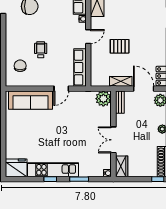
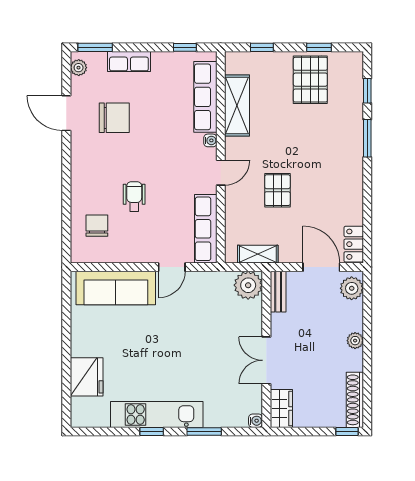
pallet: (120, 46) -> (277, 190), turned 90
shelving: (121, 81) -> (258, 254), moved
fridge: (16, 168) -> (87, 377), moved, turned 90

